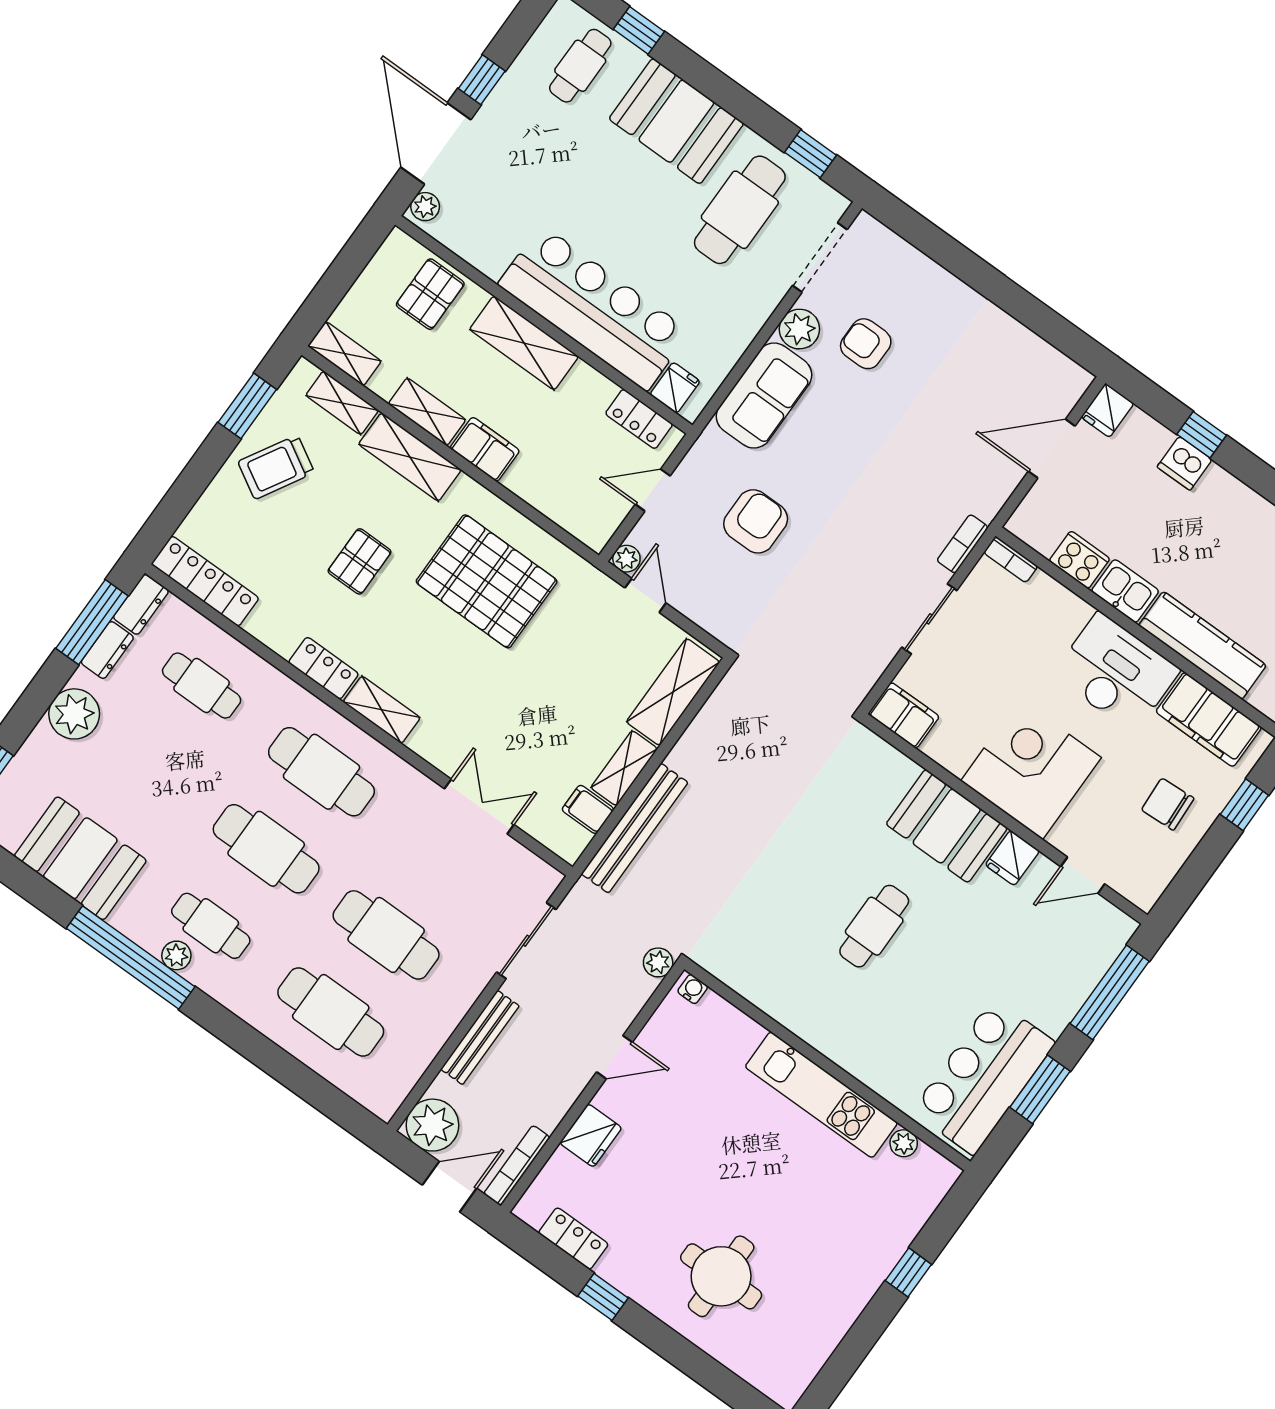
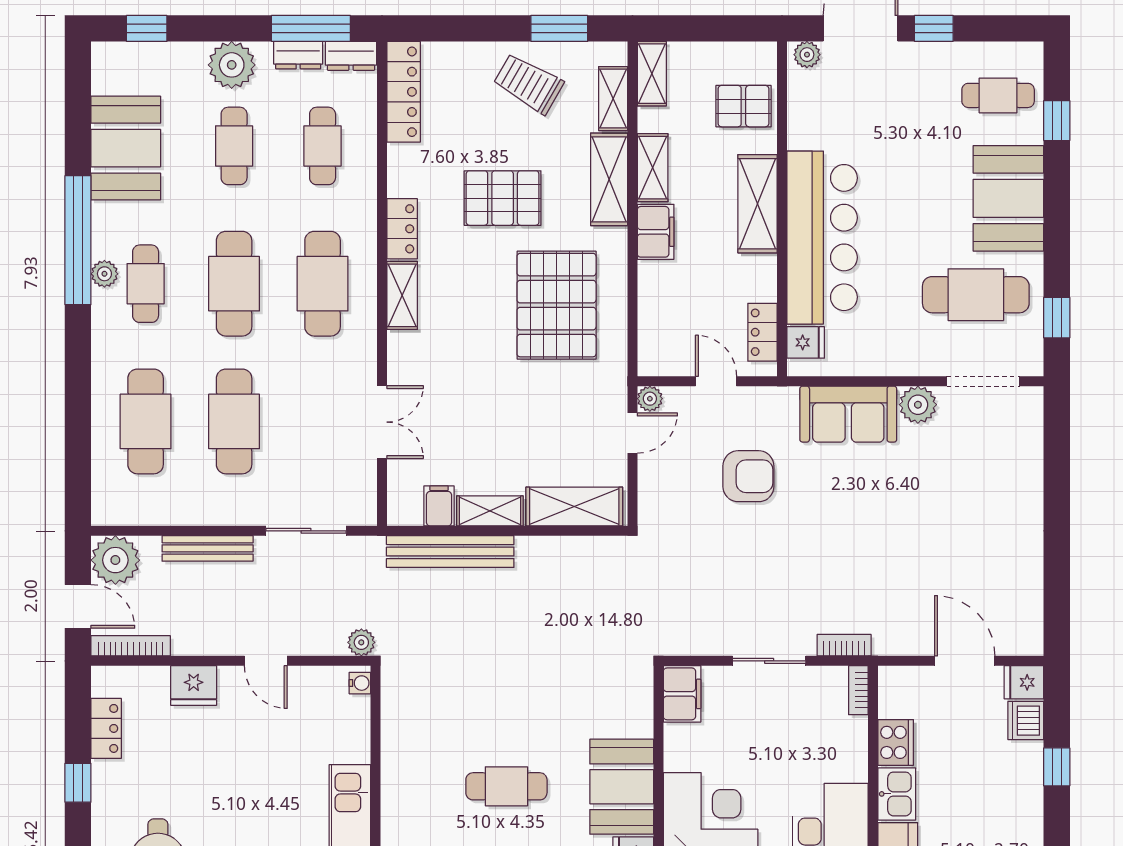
armchair: (866, 344) -> (943, 463), removed
dishwasher: (1185, 463) -> (1026, 721), moved
pallet: (360, 561) -> (503, 198), width x1.50, depth x1.42
cafe table: (146, 763) -> (234, 146), added

